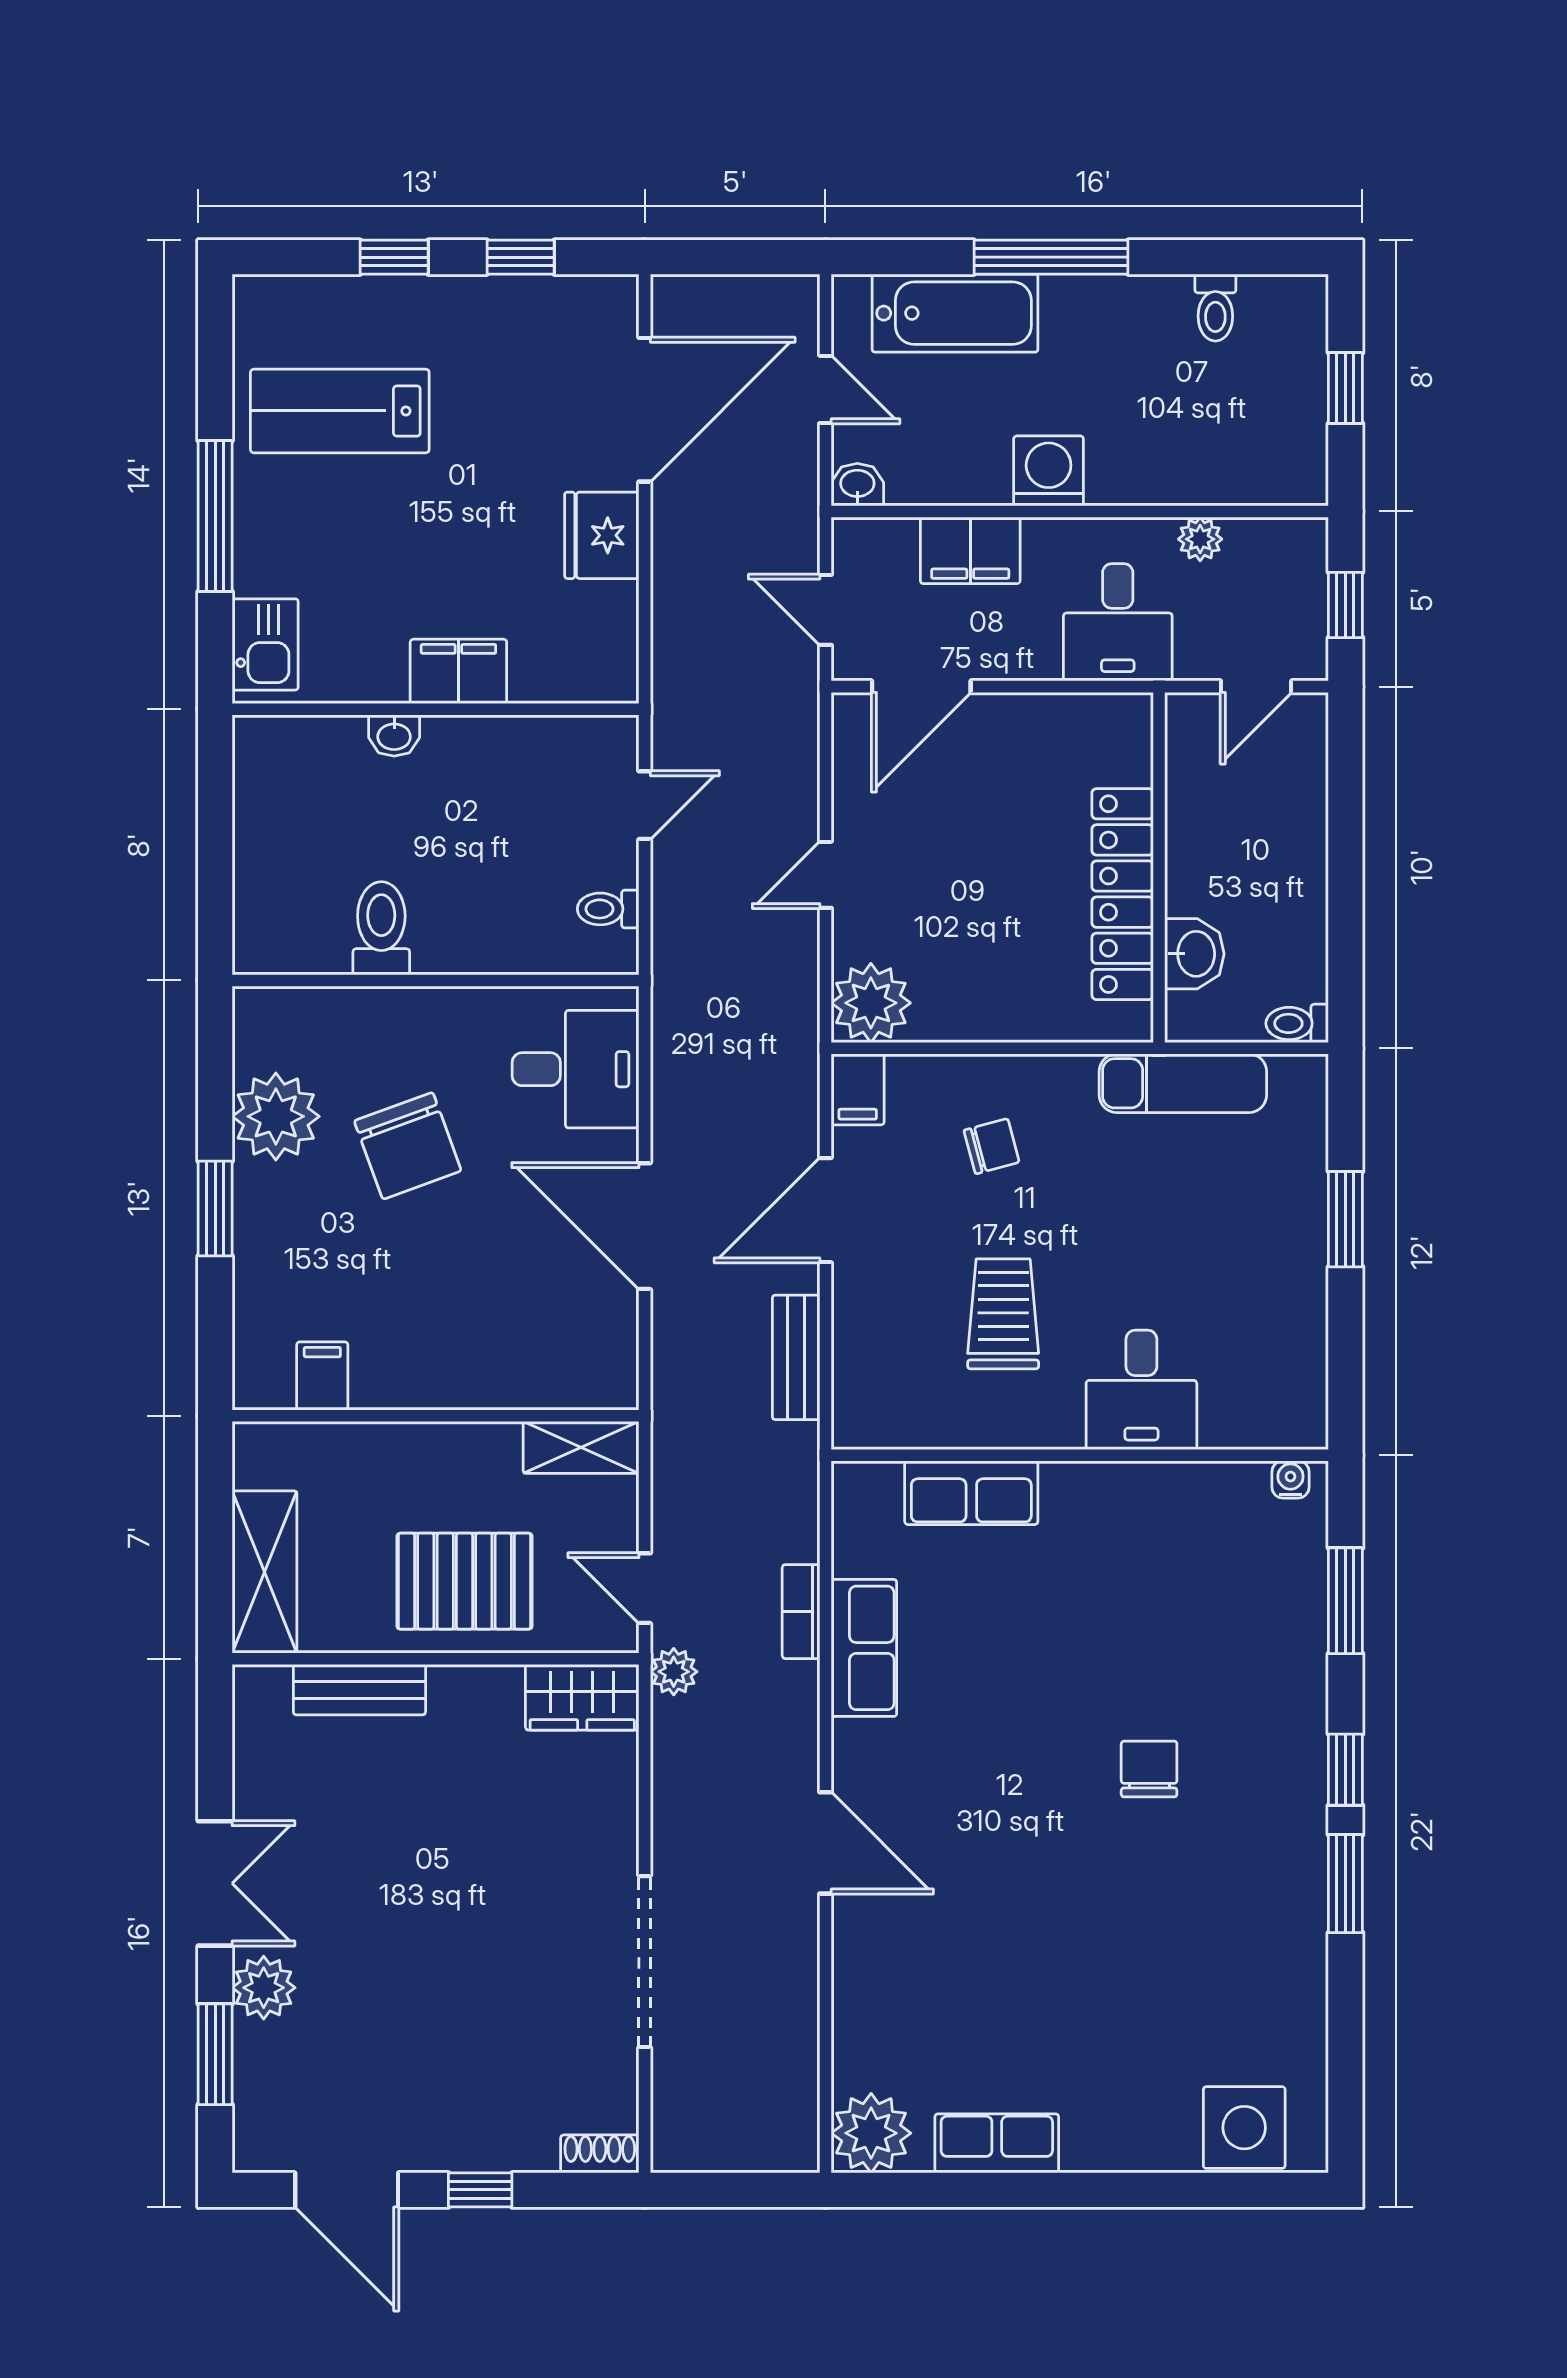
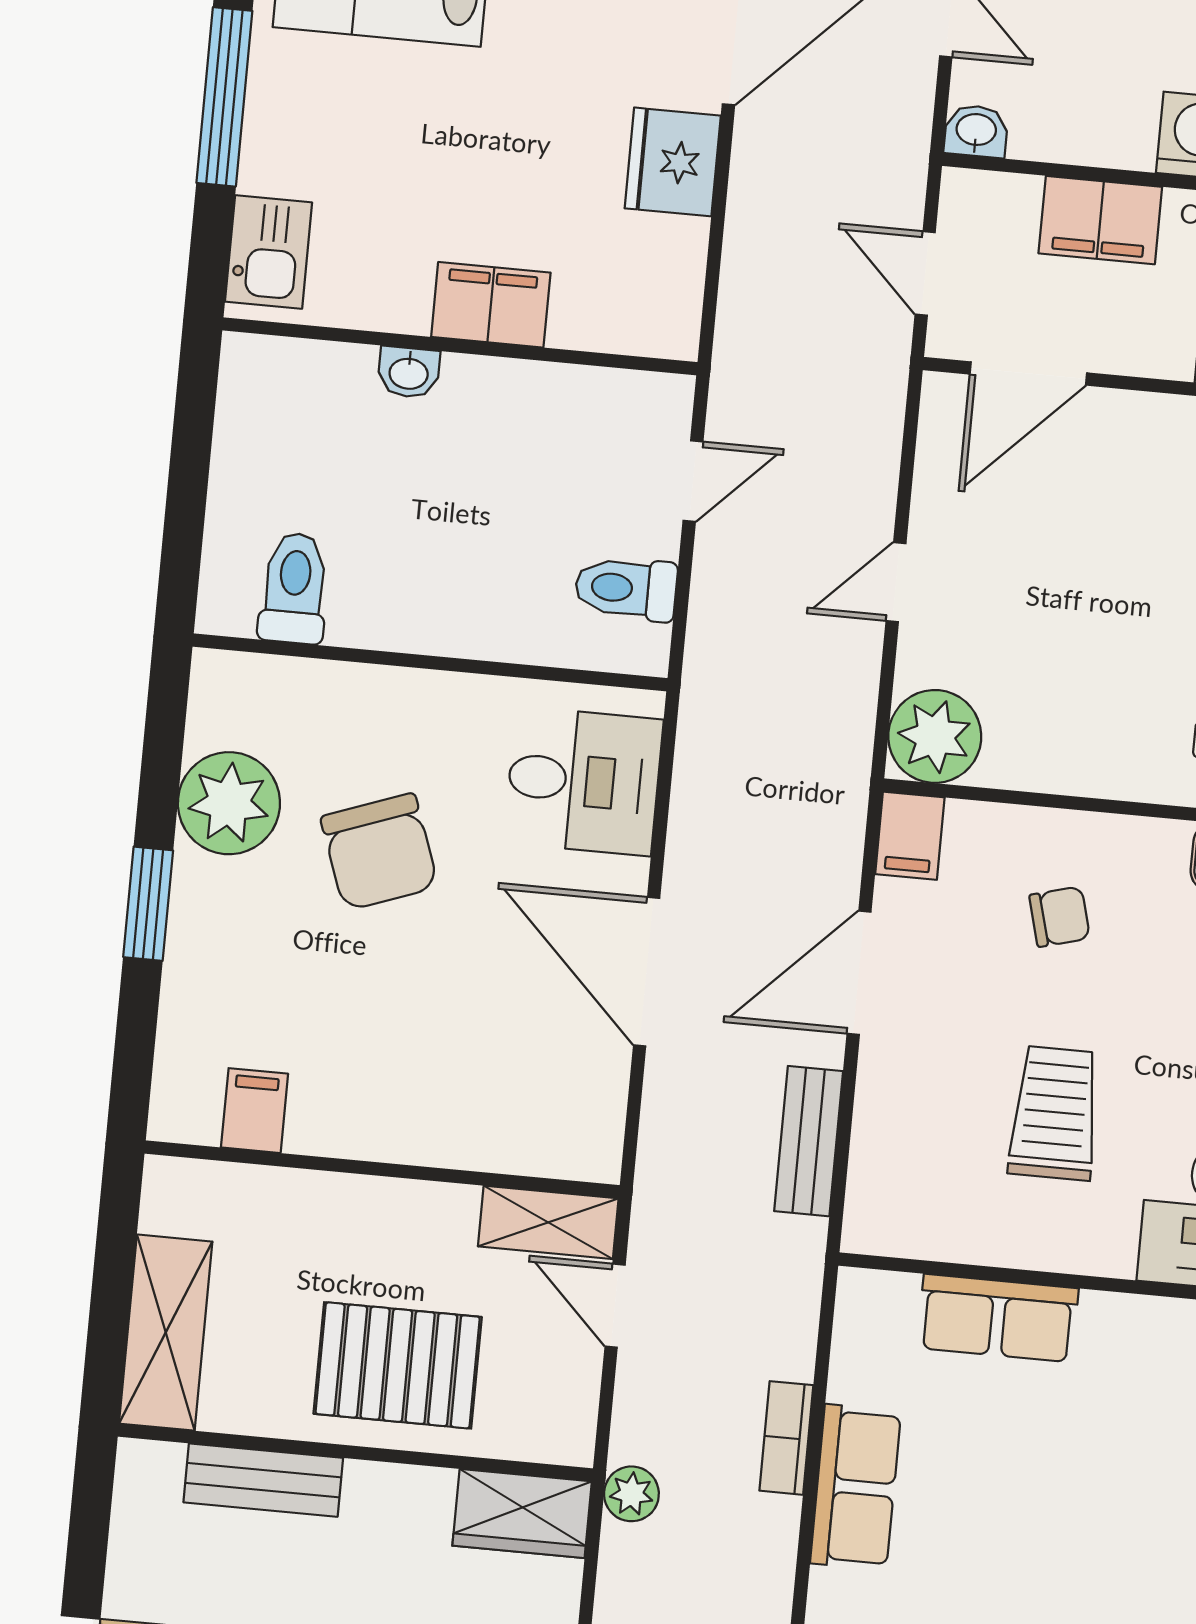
toilet: (608, 909) -> (626, 589), width x1.37, depth x1.39
toilet: (381, 928) -> (294, 588), moved
door: (645, 1588) -> (615, 1306), moved

